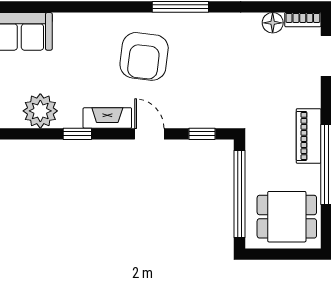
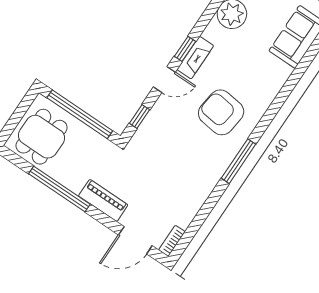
floor lamp: (273, 23) -> (184, 218), removed
window: (77, 134) -> (185, 49), moved
piano: (309, 136) -> (103, 200), moved

